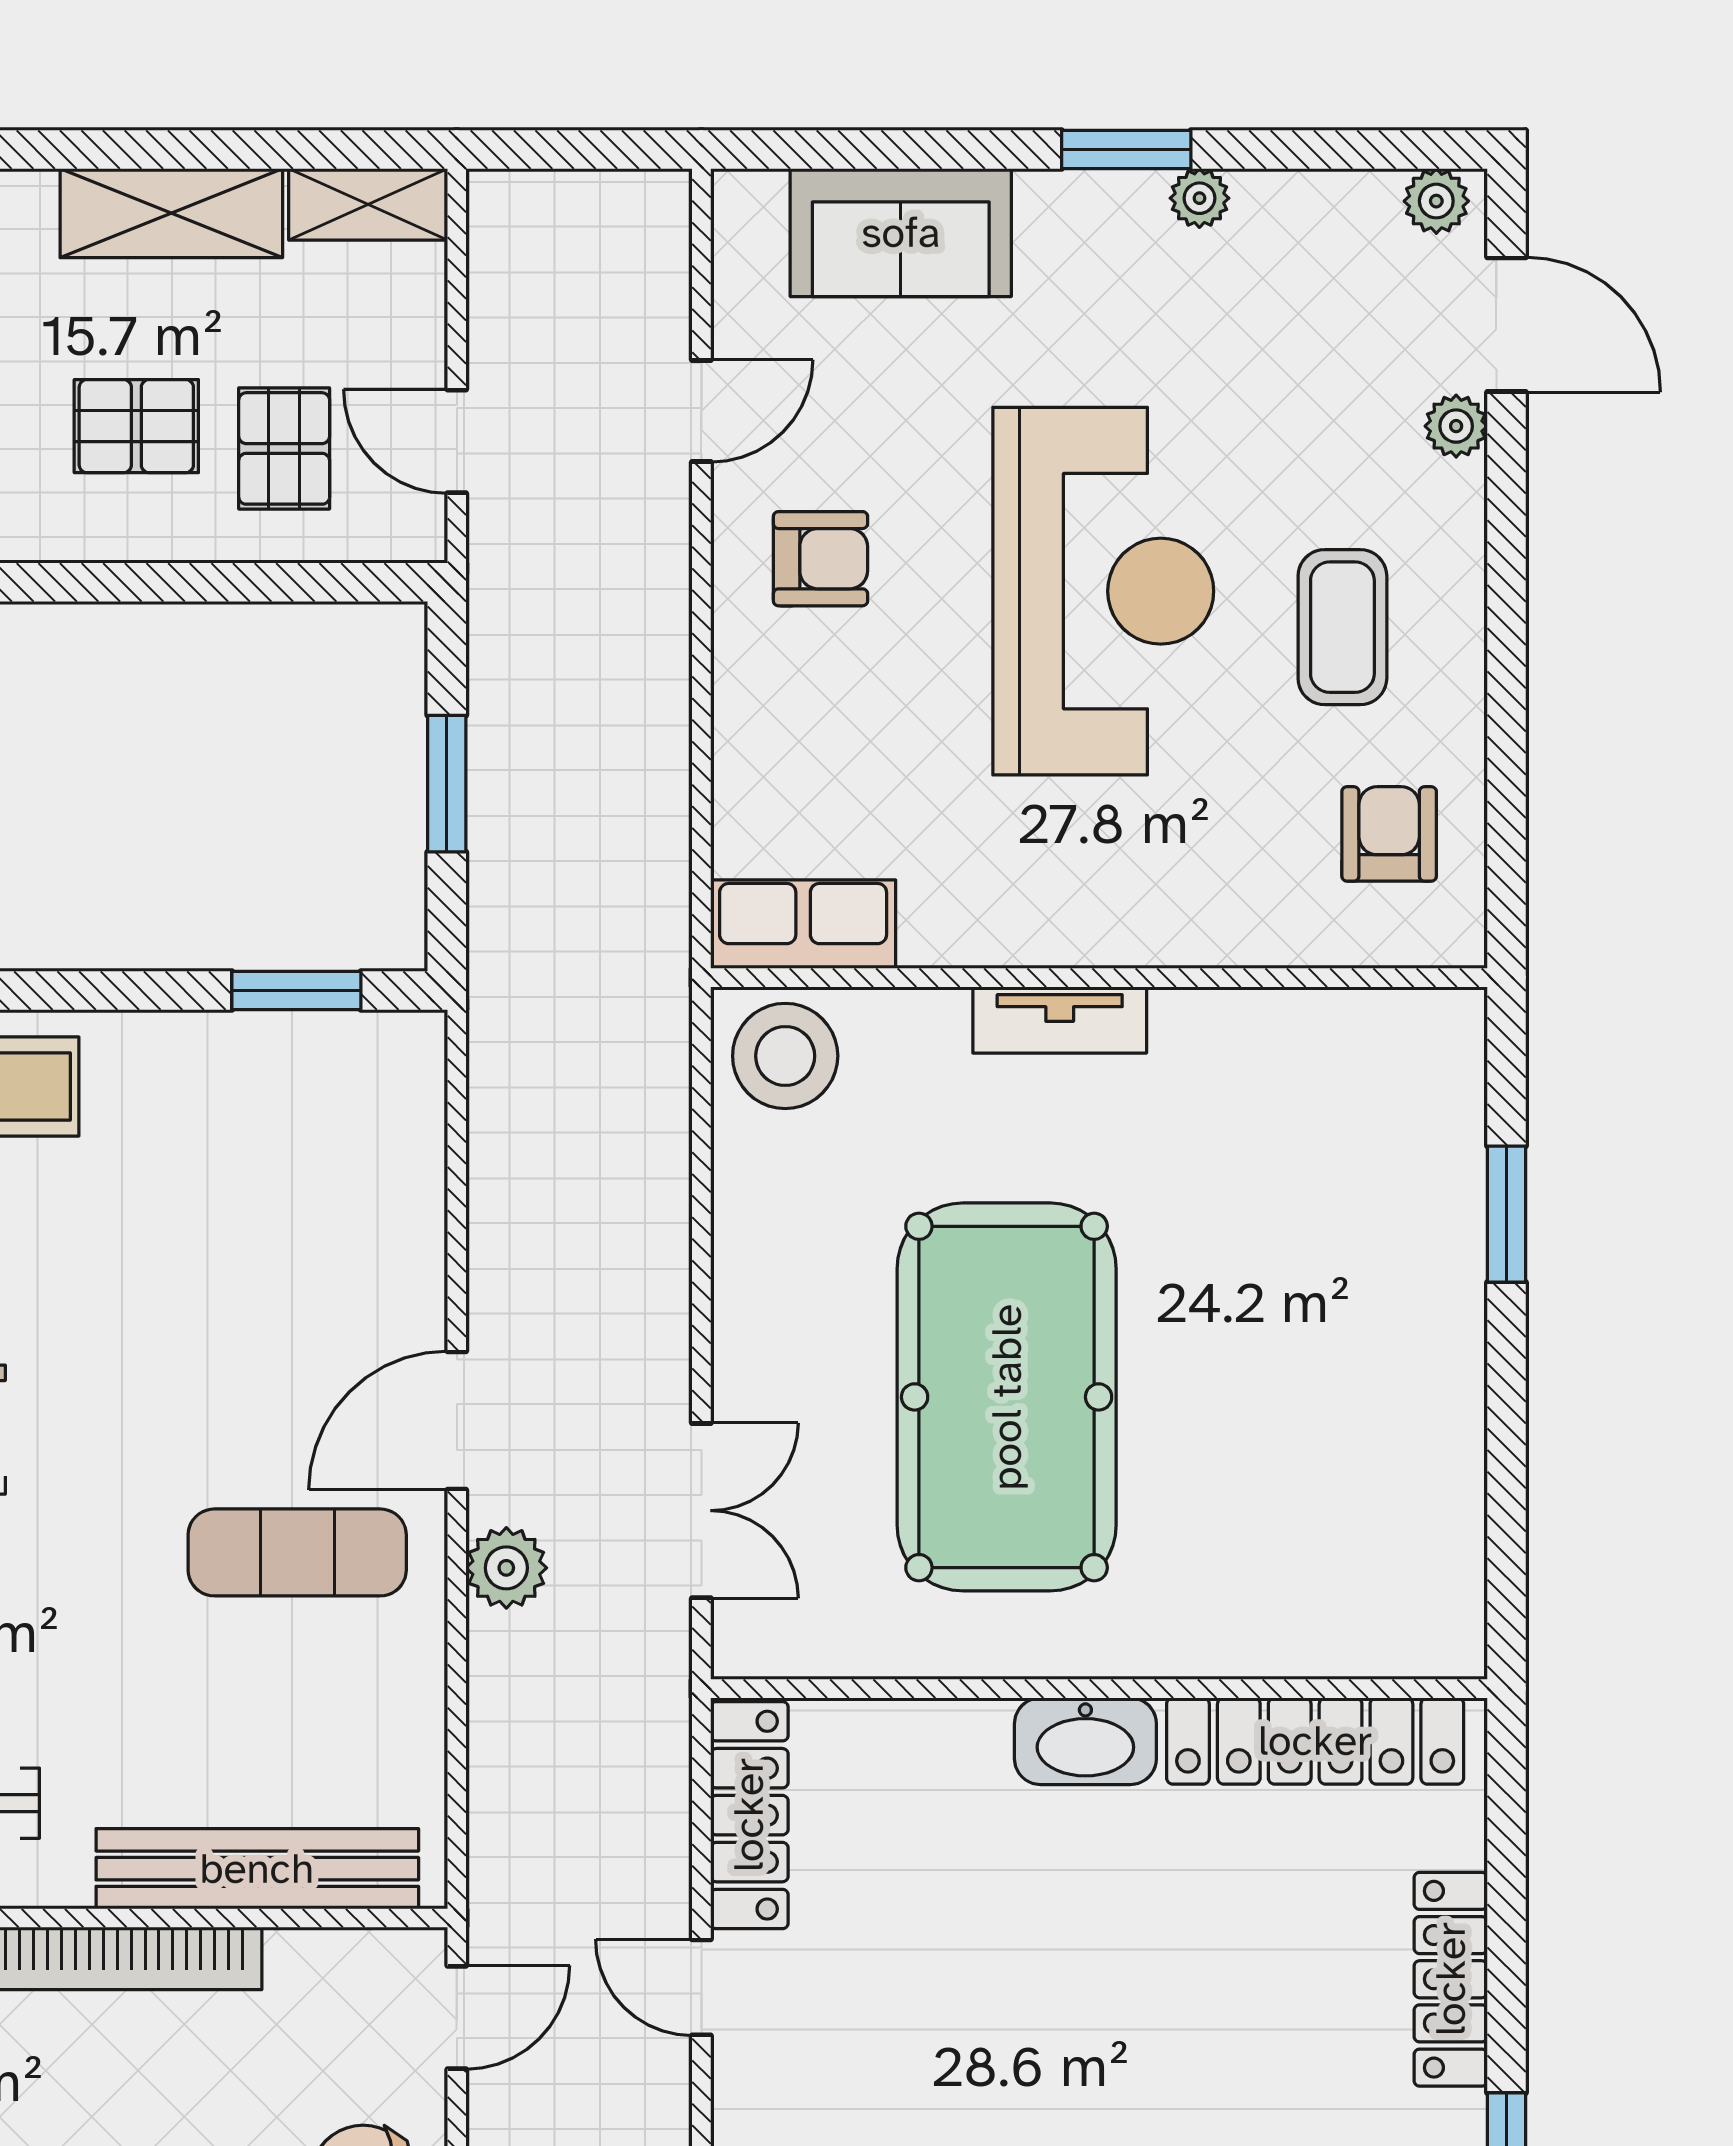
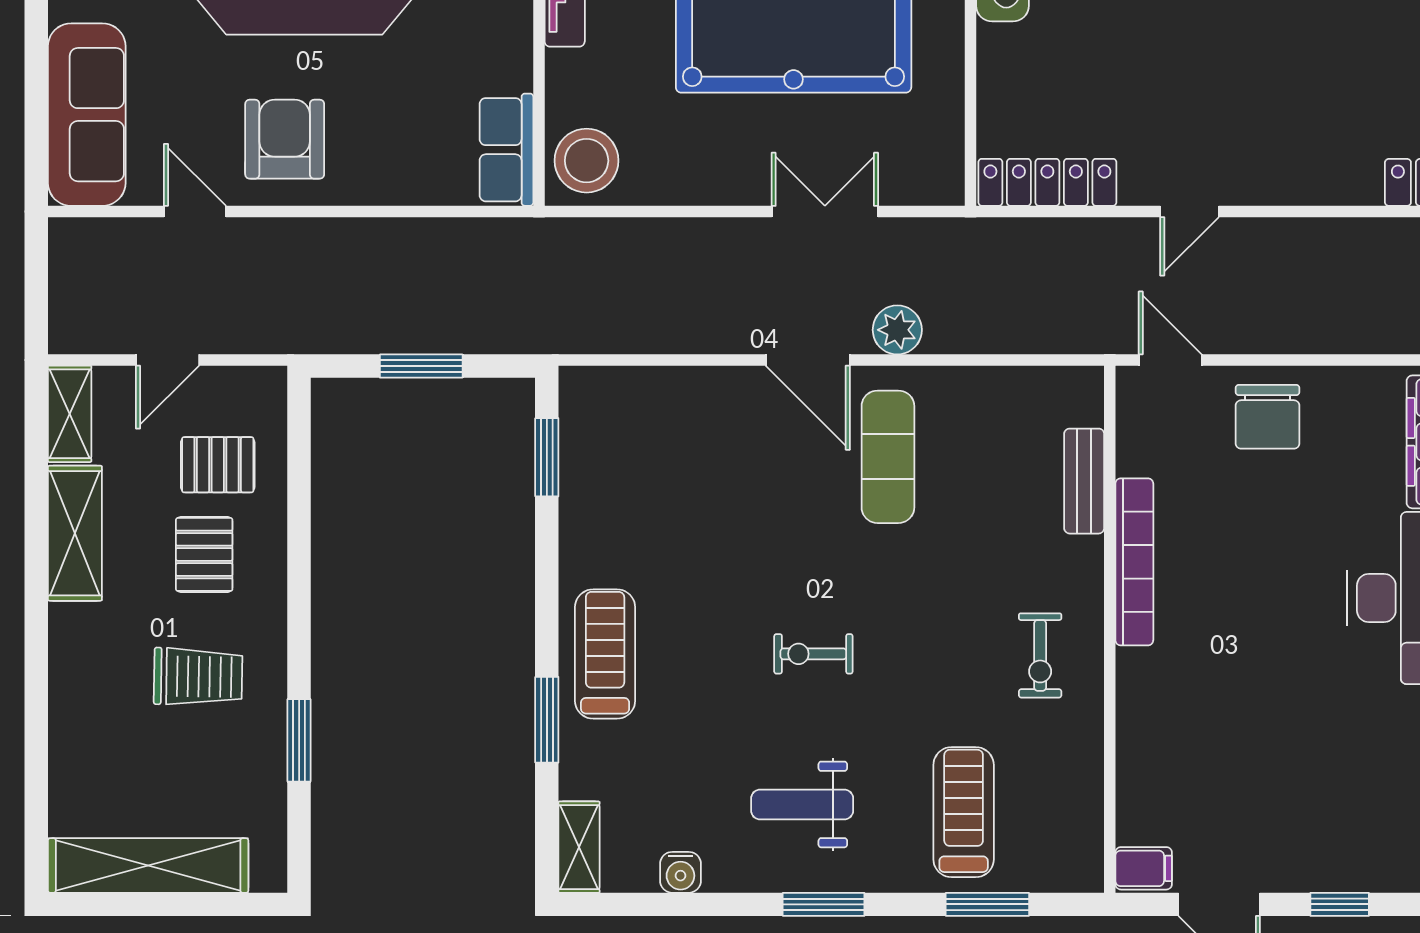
sofa: (901, 233) -> (87, 115), width x1.36
door: (457, 441) -> (167, 360), moved
armchair: (820, 559) -> (285, 139), width x1.38, depth x1.38
double door: (701, 1511) -> (825, 211), moved
bench: (257, 1869) -> (1084, 481), width x0.54, depth x0.82
door: (701, 1987) -> (1190, 211), moved

